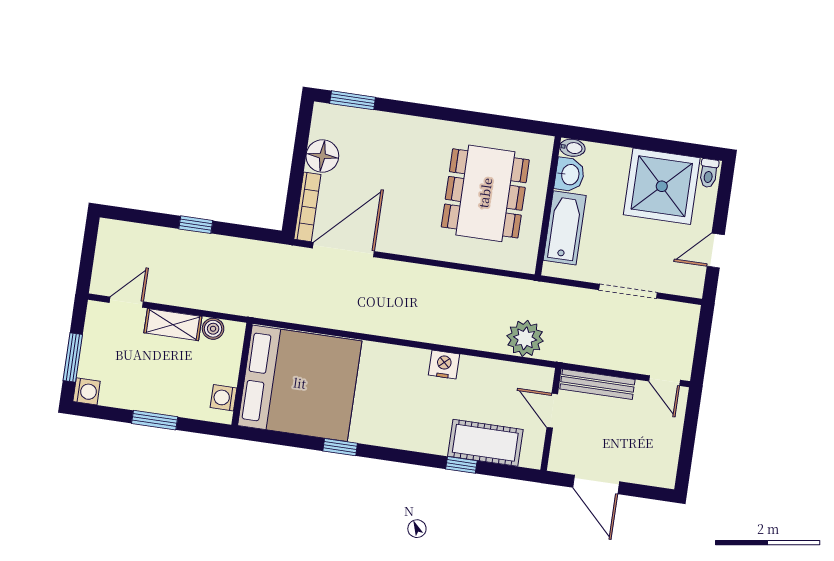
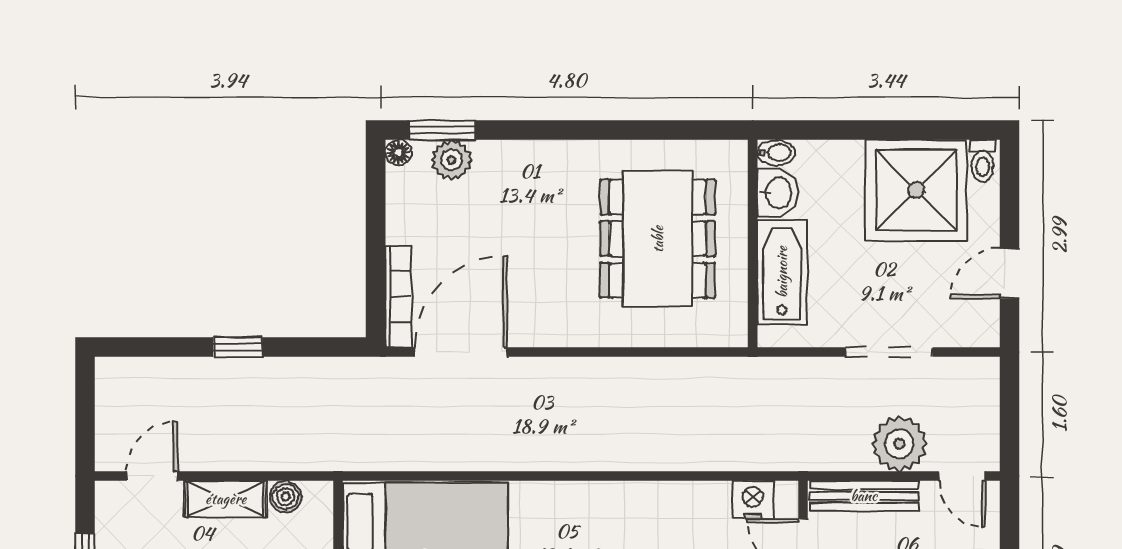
plant: (356, 121) -> (452, 160), added
floor lamp: (322, 156) -> (398, 153), moved, width x0.53, depth x0.53
plant: (525, 338) -> (899, 444), moved
nightstand: (444, 365) -> (753, 500), moved

